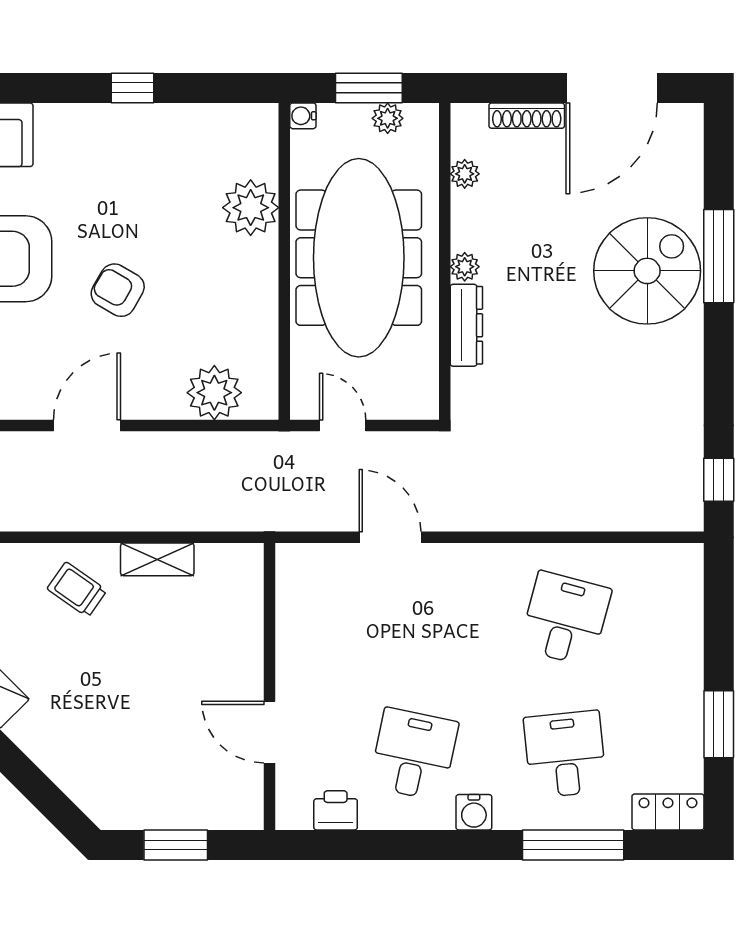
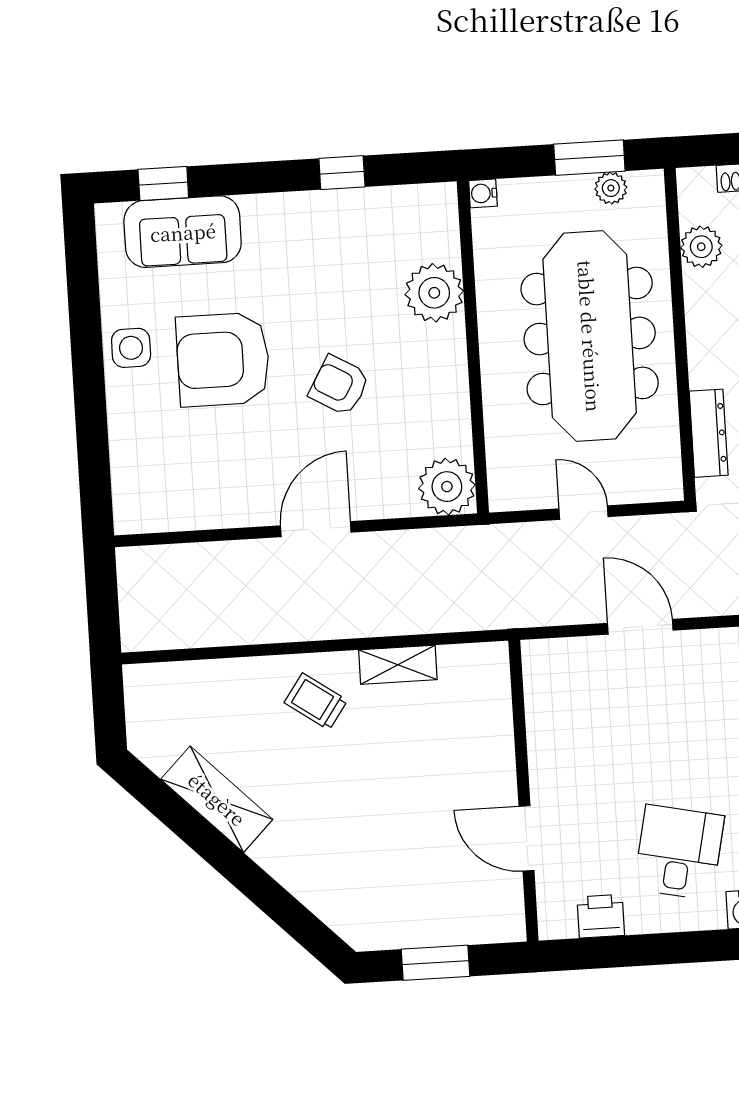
water cooler: (303, 116) -> (483, 193), moved
plant: (465, 174) -> (701, 247), width x1.38, depth x1.38
plant: (251, 208) -> (434, 293), moved
wall: (284, 261) -> (473, 347), moved
plant: (465, 267) -> (701, 339), removed
dresser: (466, 325) -> (709, 433), moved

